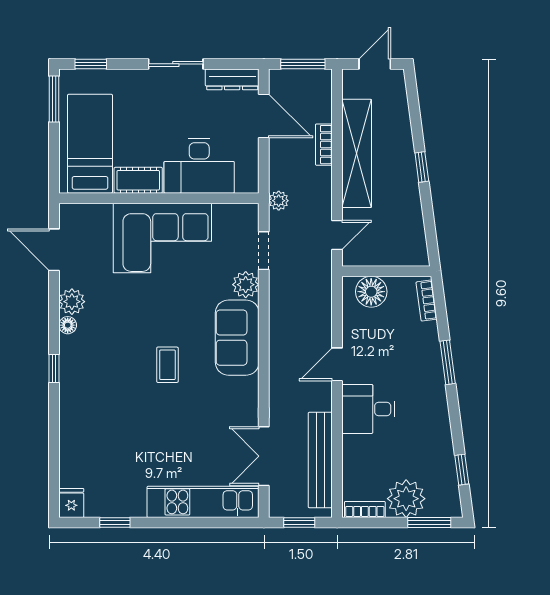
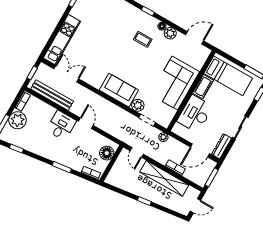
door: (375, 64) -> (195, 206), hinge flipped
coffee table: (167, 365) -> (143, 39), moved

